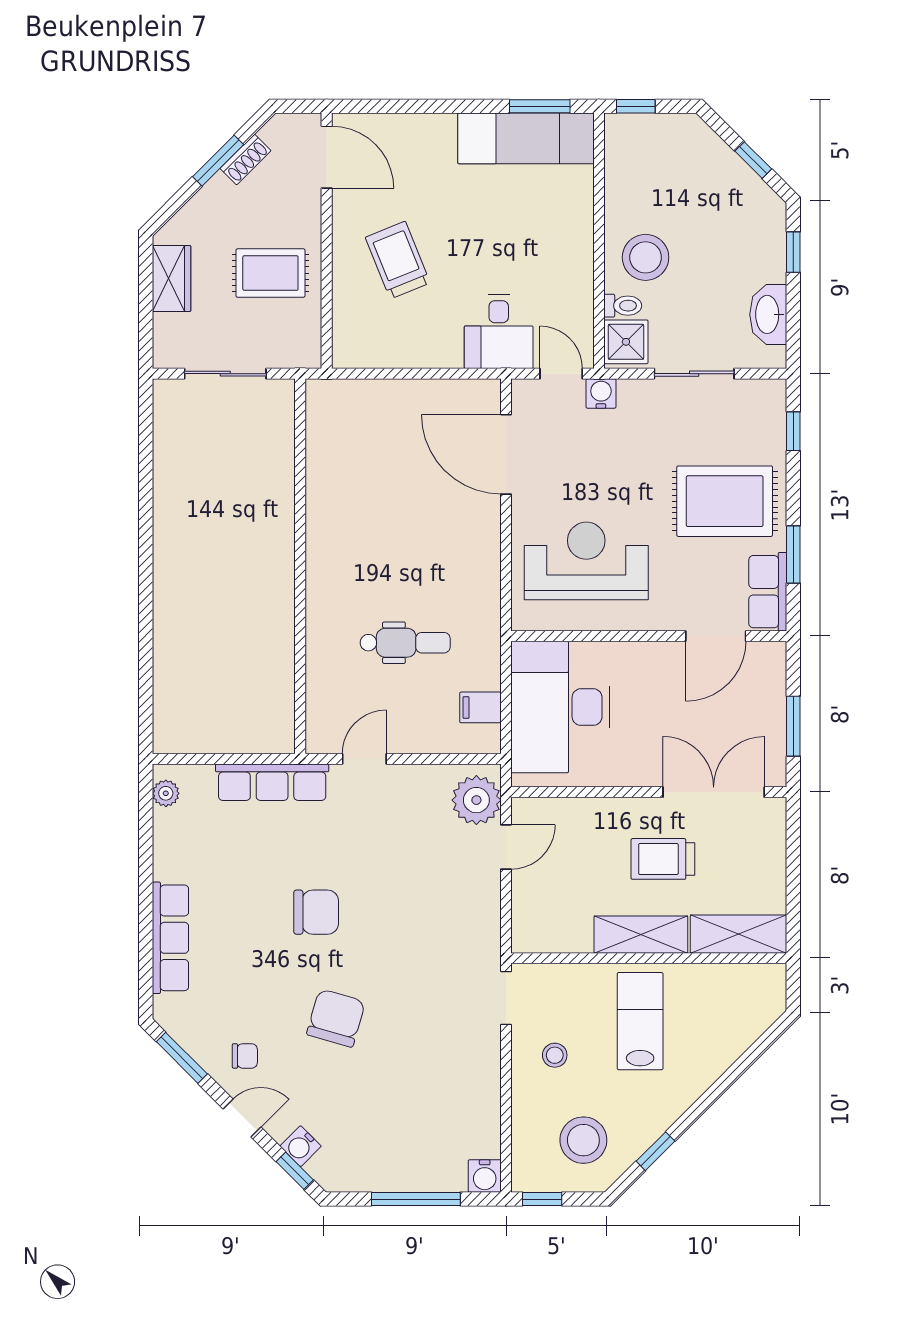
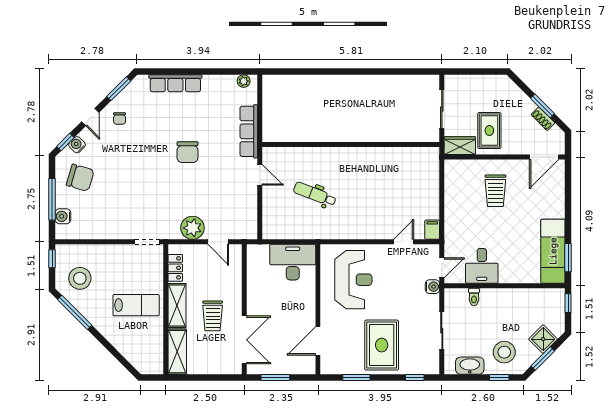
window: (753, 160) -> (543, 359), width x1.50
stool: (646, 257) -> (504, 352), moved
trolley: (398, 260) -> (495, 191), turned 112
wardrobe: (172, 278) -> (460, 146), moved, turned 180
desk: (499, 332) -> (482, 266), moved, turned -90
shower: (626, 342) -> (543, 339), moved, turned 45
door: (506, 454) -> (404, 242), width x0.53
row of seats: (768, 592) -> (339, 365), removed
door: (716, 636) -> (318, 341), hinge flipped
dental chair: (405, 643) -> (315, 194), turned 111
filing cabinet: (480, 707) -> (432, 230), moved
desk: (560, 707) -> (293, 262), width x0.73, depth x0.77
plant: (476, 800) -> (192, 228), moved
trolley: (663, 859) -> (213, 316), turned 180
locker: (561, 938) -> (175, 268), added
chair: (336, 1018) -> (80, 178), moved
stool: (555, 1055) -> (120, 265), removed
window: (655, 1151) -> (75, 312), width x2.17
water cooler: (485, 1176) -> (63, 216), moved

